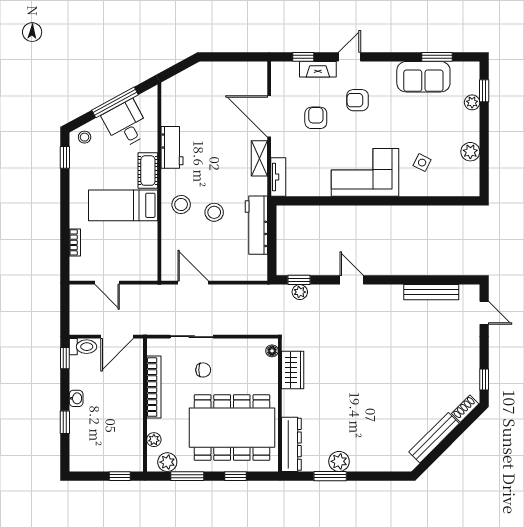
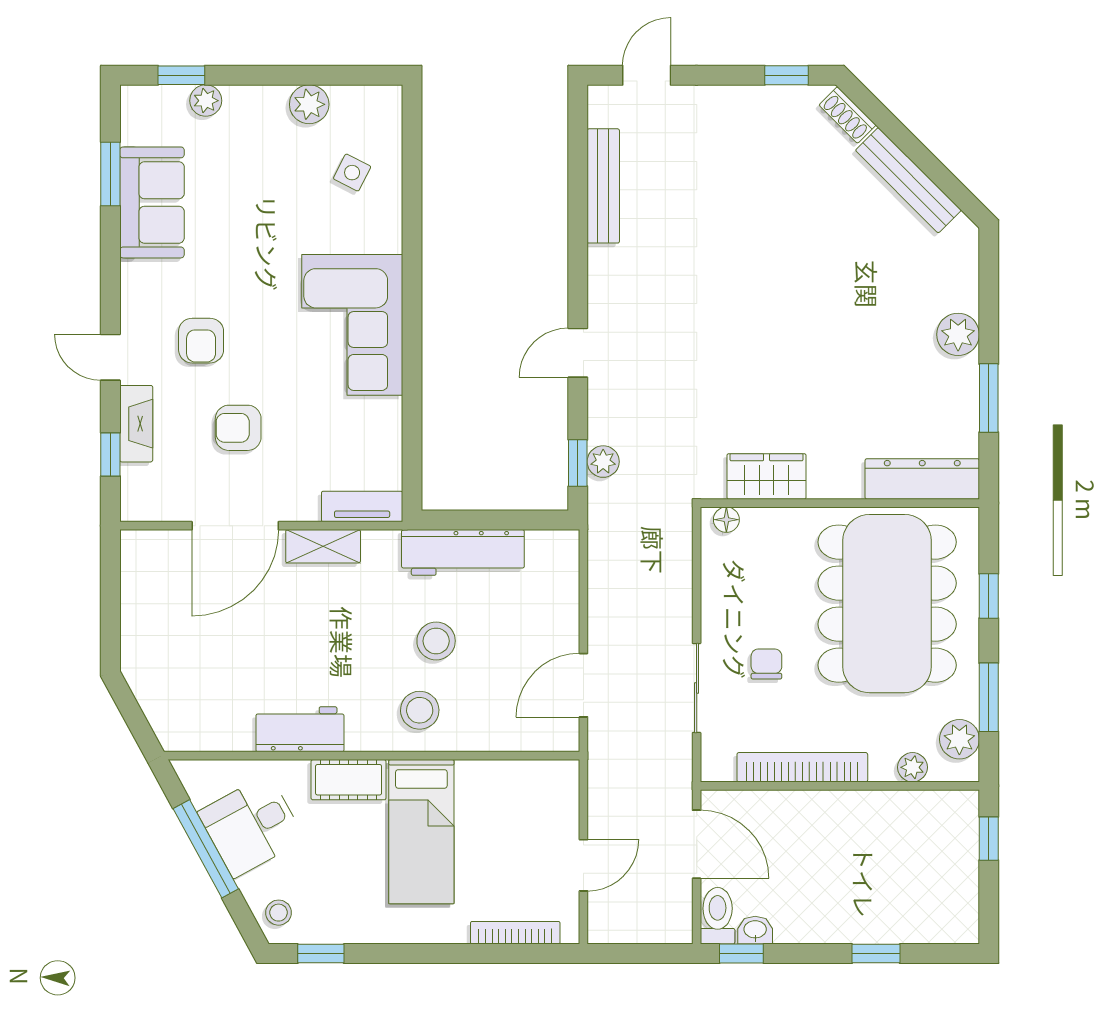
side table: (422, 163) -> (352, 173), moved
bookcase: (75, 242) -> (515, 933), width x1.56
washbasin: (76, 398) -> (755, 930), moved
plant: (339, 461) -> (958, 334), moved

